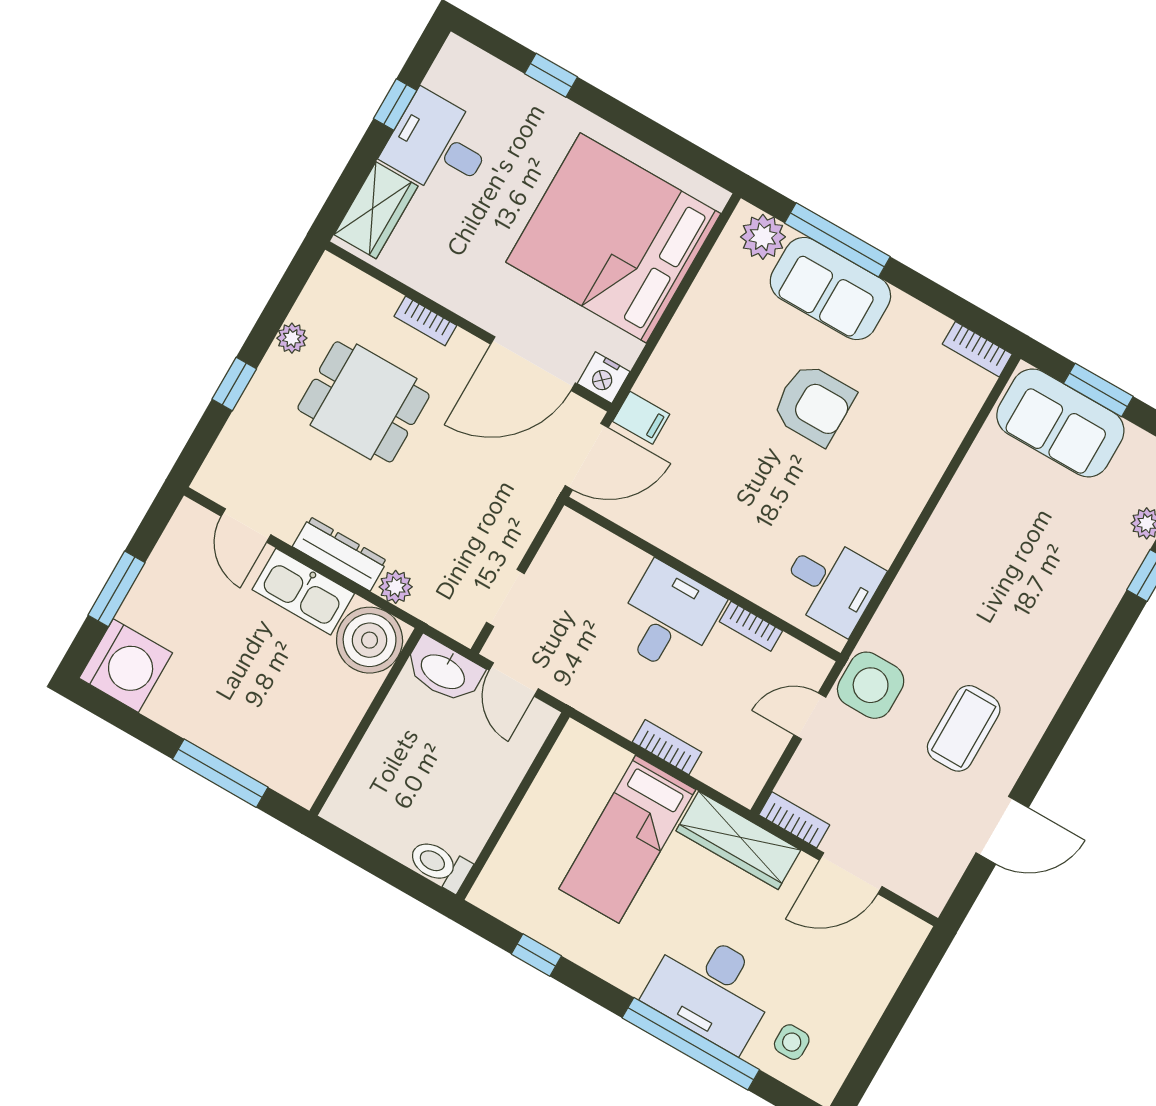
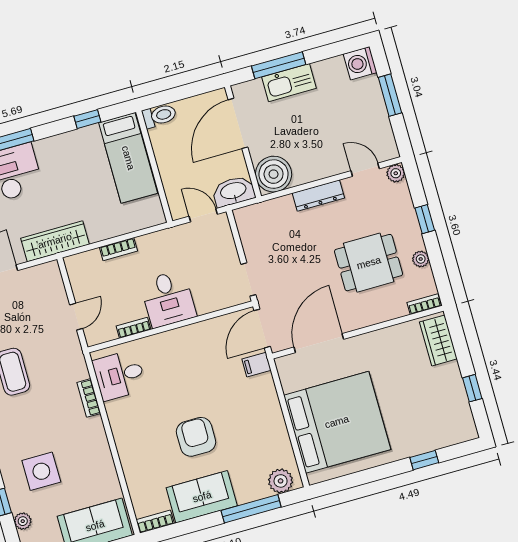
desk: (438, 145) -> (440, 390), removed
sofa: (830, 289) -> (202, 497), moved
bookcase: (425, 321) -> (424, 304), moved
nightstand: (604, 378) -> (287, 365), removed
armchair: (814, 404) -> (196, 437), turned 90
plant: (396, 587) -> (396, 173), moved
kitchen sink: (303, 592) -> (289, 83), moved, turned 180
doorway: (505, 598) -> (248, 279), moved
washing machine: (126, 666) -> (360, 63), width x0.73, depth x0.73
side table: (871, 685) -> (41, 471), moved
door: (349, 752) -> (238, 123), added
bookcase: (794, 820) -> (89, 398), moved, turned 90
bed: (627, 839) -> (128, 158), moved, turned 180

